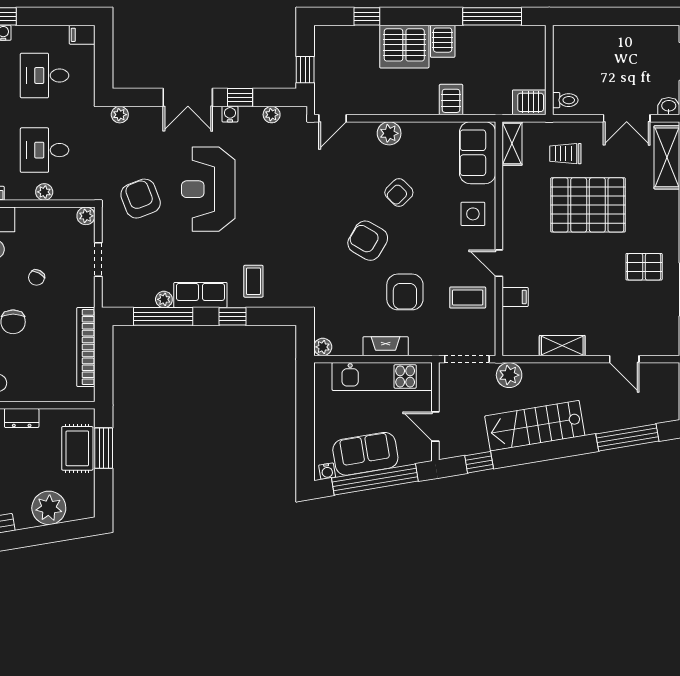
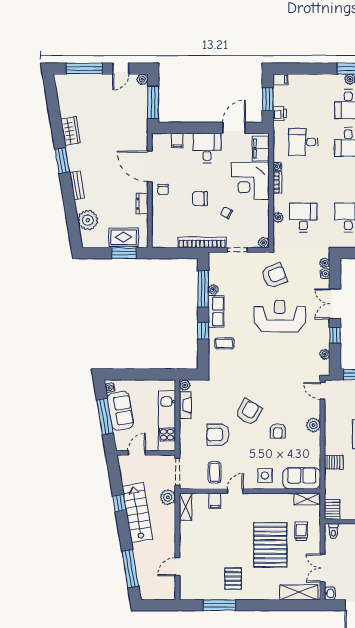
water cooler: (230, 114) -> (325, 274), moved
armchair: (399, 193) -> (278, 431), turned -135
fireplace: (386, 346) -> (185, 405), moved
shelving: (562, 346) -> (186, 507), moved
bookcase: (86, 347) -> (202, 242), moved
window: (479, 462) -> (119, 503), moved
window: (375, 480) -> (105, 416), width x0.68

